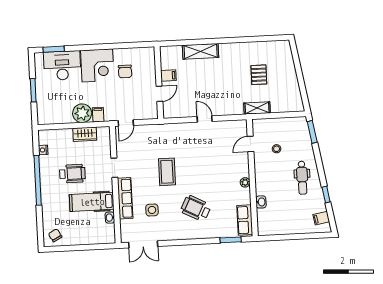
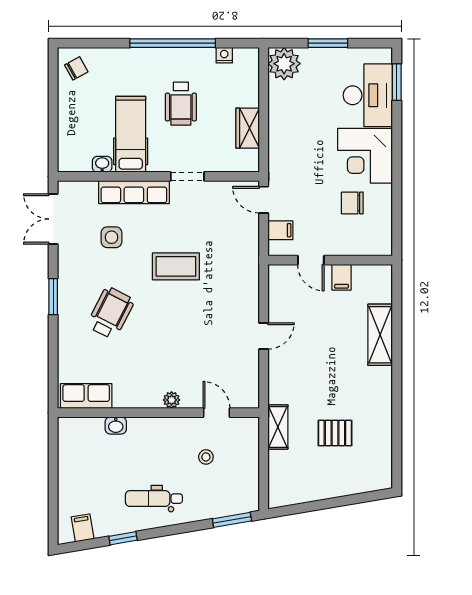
plant: (82, 113) -> (284, 64), moved
filing cabinet: (98, 115) -> (280, 230), moved
plant: (245, 182) -> (172, 400), moved
window: (231, 240) -> (53, 297), moved

